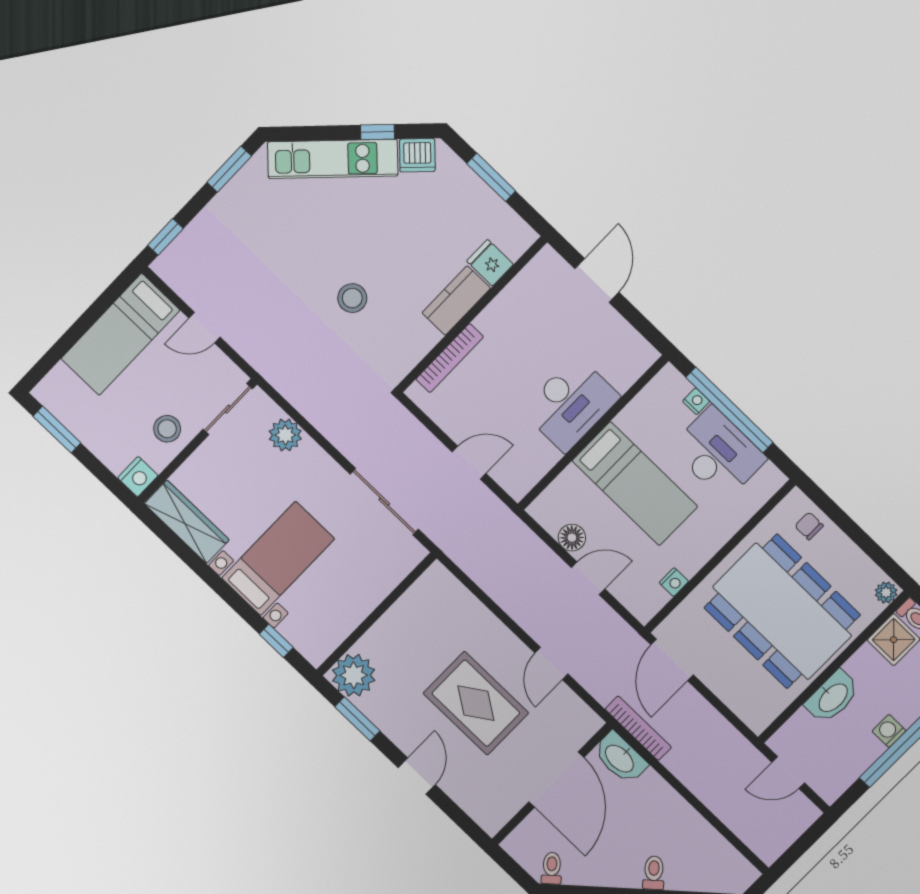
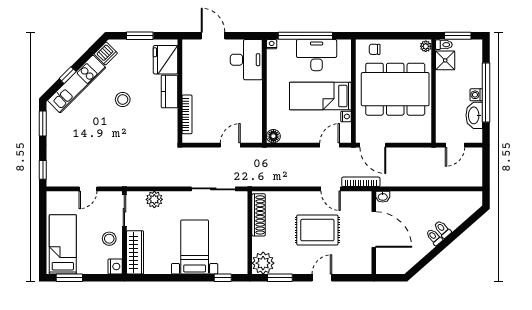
window: (377, 132) -> (68, 75), moved
fridge: (490, 263) -> (166, 60), width x1.88, depth x1.34
stool: (352, 298) -> (123, 100), moved
bed: (120, 334) -> (63, 244), moved, turned 180
nightstand: (696, 401) -> (272, 44), moved
desk: (571, 404) -> (246, 60), moved
bed: (635, 484) -> (320, 96), moved, turned 180
wardrobe: (187, 522) -> (135, 252), moved, turned 90
floor lamp: (572, 538) -> (273, 136), moved
door: (588, 578) -> (330, 145), moved
shoe rack: (413, 601) -> (259, 215), added
washbasin: (833, 697) -> (474, 115), moved, turned 180
bookcase: (638, 728) -> (361, 182), moved
washbasin: (620, 758) -> (383, 197), width x0.52, depth x0.69
door: (417, 776) -> (322, 278), hinge flipped
toilet: (552, 868) -> (434, 237), moved

